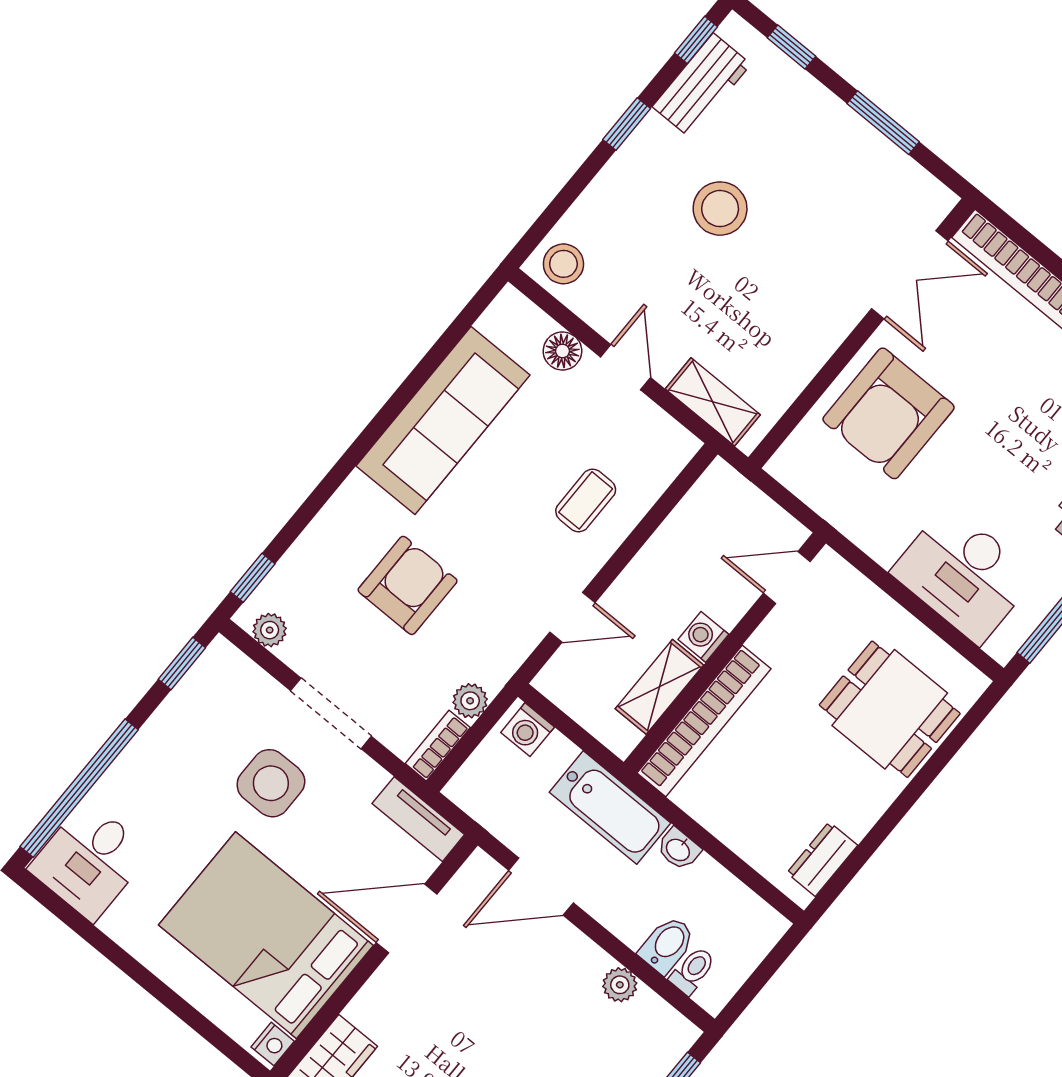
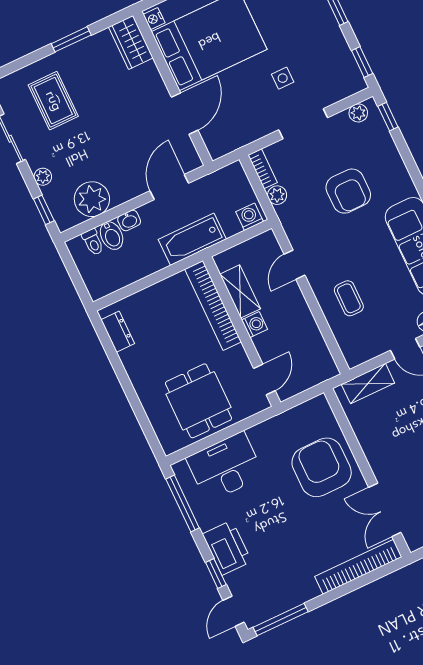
dining table: (890, 709) -> (198, 401), moved, turned 90
side table: (271, 783) -> (283, 78), width x0.54, depth x0.54
tv unit: (418, 819) -> (231, 142), removed
washbasin: (678, 849) -> (129, 220), moved, turned 180
plant: (620, 985) -> (92, 199), width x1.87, depth x1.87

